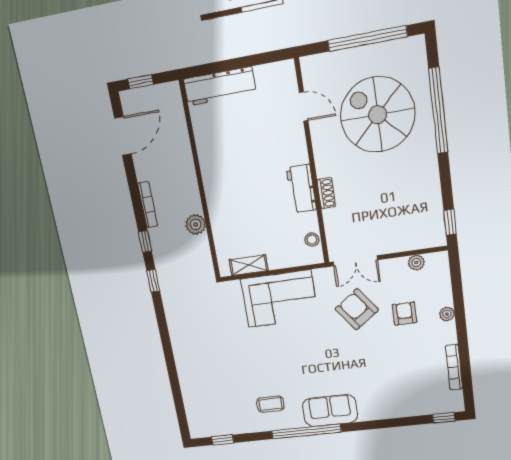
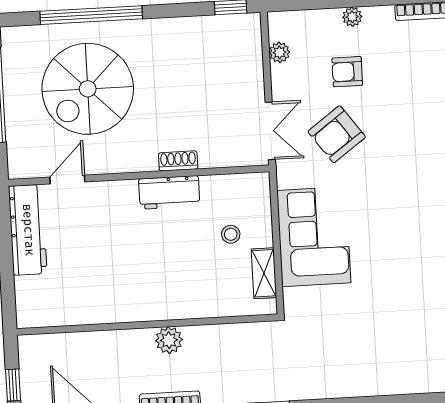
workbench: (220, 86) -> (28, 230), moved
plant: (196, 224) -> (169, 340), moved
stool: (312, 240) -> (231, 234), moved

